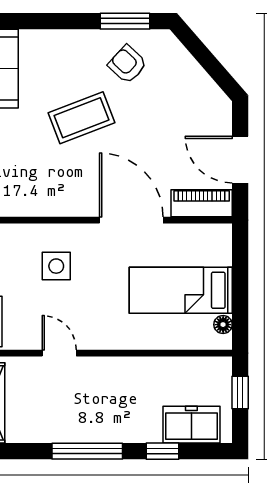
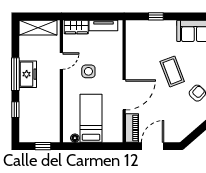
side table: (56, 266) -> (88, 71), moved
freezer: (191, 425) -> (28, 74), moved

